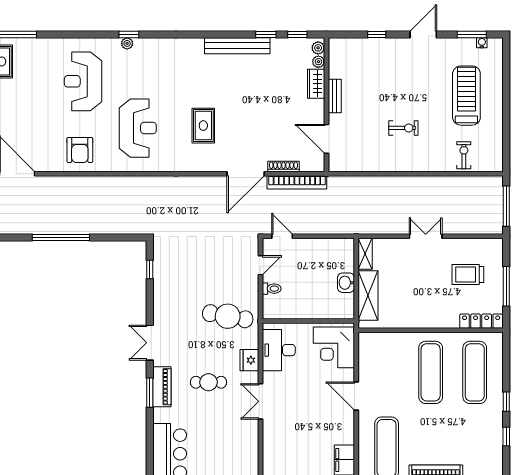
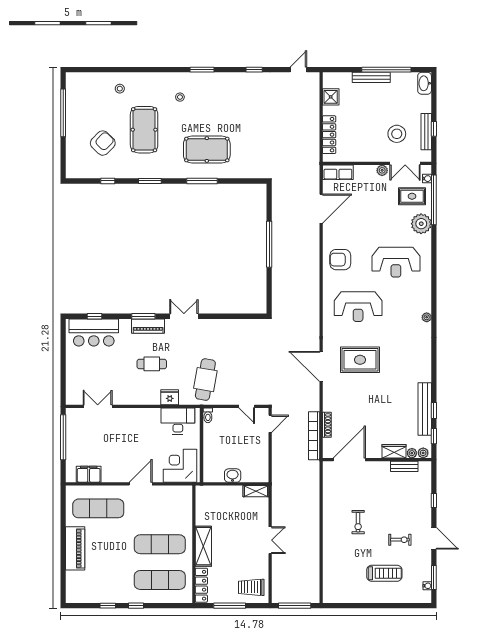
window: (129, 34) -> (434, 299), removed
plant: (127, 43) -> (427, 317), moved
bench: (237, 46) -> (425, 409), moved
plant: (36, 50) -> (421, 224), added
reception desk: (83, 81) -> (396, 262), turned 180
bench: (335, 96) -> (404, 466), moved
treadmill: (466, 96) -> (384, 573), width x0.73, depth x0.73
rug: (203, 126) -> (360, 360), width x1.36, depth x1.43
door: (326, 139) -> (349, 460), width x1.36
exercise bike: (464, 155) -> (400, 540), moved
door: (246, 174) -> (321, 366), moved
window: (150, 269) -> (94, 316), moved
trolley: (468, 275) -> (251, 587), moved, turned -90
toilet: (272, 289) -> (208, 415), moved
shelving: (368, 296) -> (203, 546), moved, turned 90
cafe table: (208, 382) -> (152, 364), turned 90
double door: (261, 401) -> (98, 406), moved

